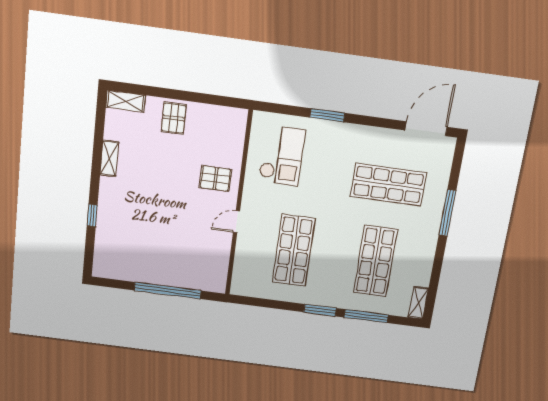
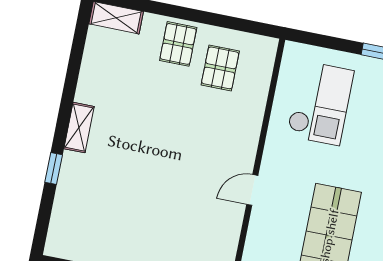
shelving: (109, 158) -> (79, 128), moved
pallet: (216, 178) -> (220, 68), moved, turned 90

